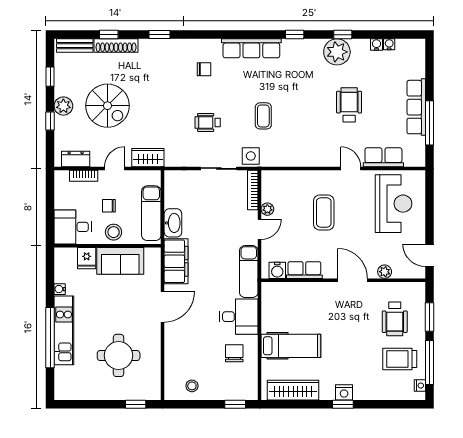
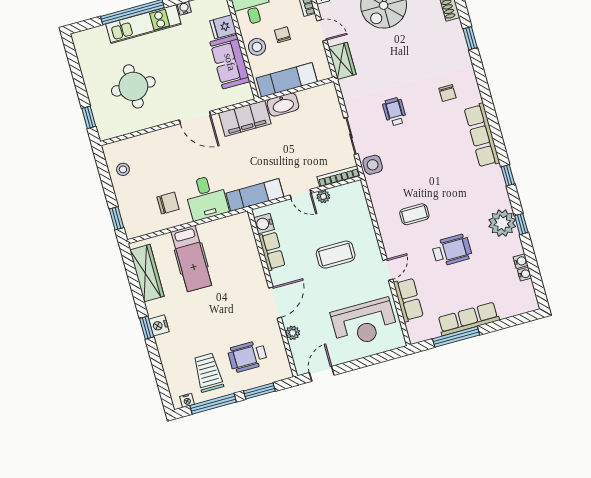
coffee table: (263, 116) -> (414, 214), moved

